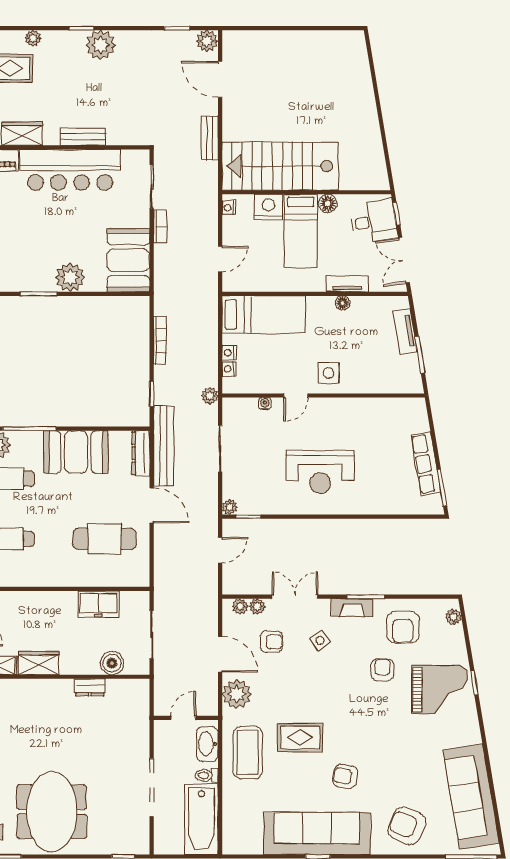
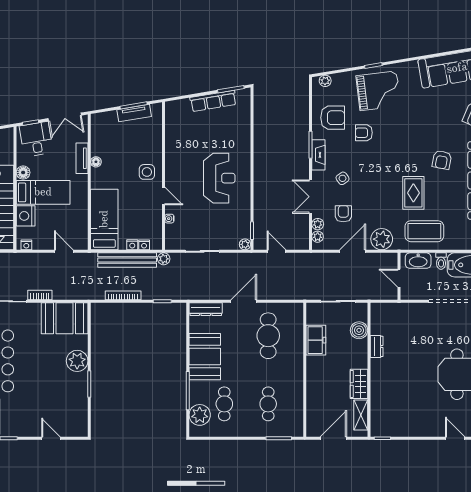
tv unit: (405, 332) -> (134, 113), moved
bench: (164, 446) -> (127, 260), moved
grand piano: (440, 690) -> (378, 91), turned 83

